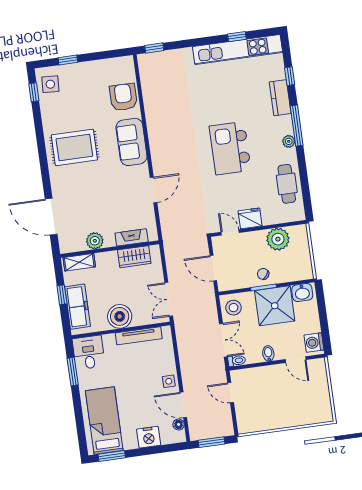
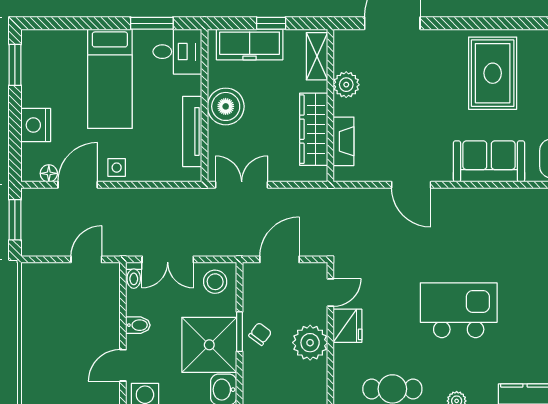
plant: (278, 239) -> (310, 343), moved
wardrobe: (134, 257) -> (314, 129), width x1.50
bed: (104, 421) -> (110, 79), moved, turned 90

